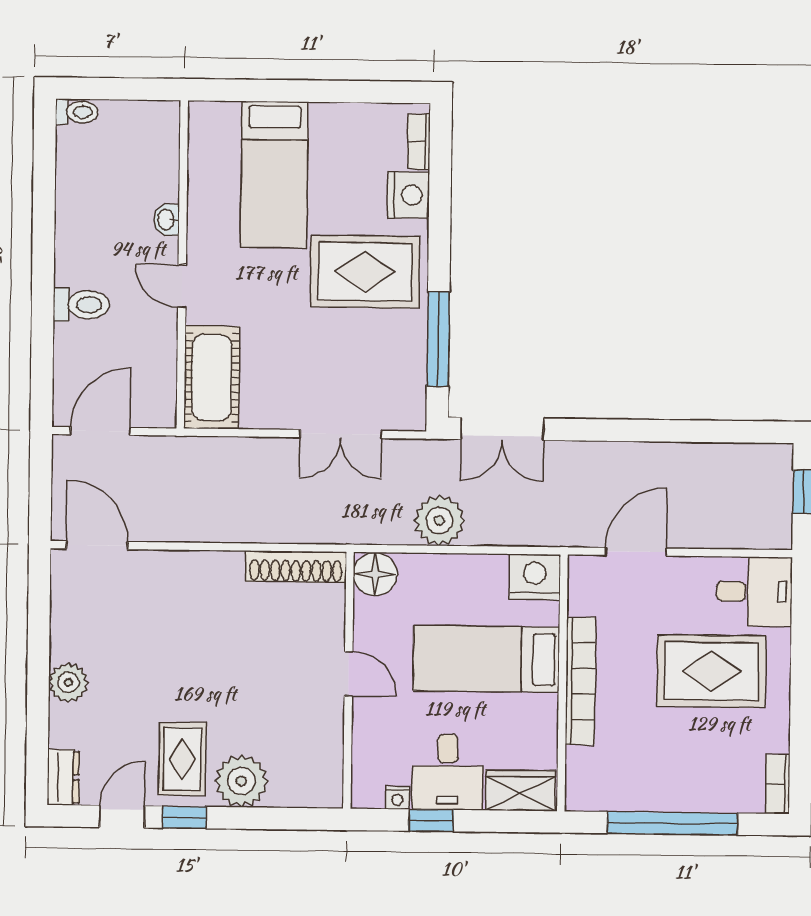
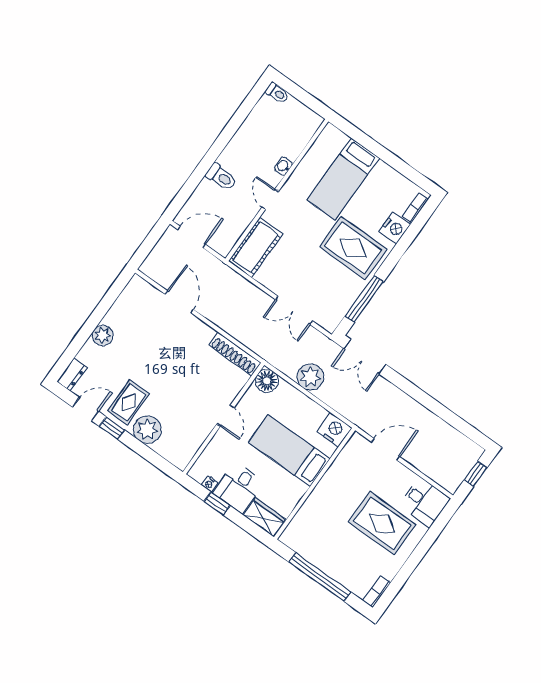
door: (97, 545) -> (179, 302), moved
bookcase: (581, 681) -> (323, 488), removed

